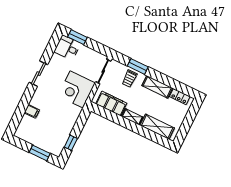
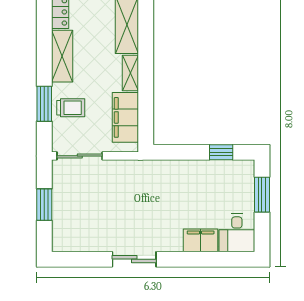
window: (77, 37) -> (44, 205), moved
desk: (67, 48) -> (237, 233), moved
corner desk: (77, 89) -> (130, 185), removed
filing cabinet: (32, 111) -> (201, 240), width x2.00

